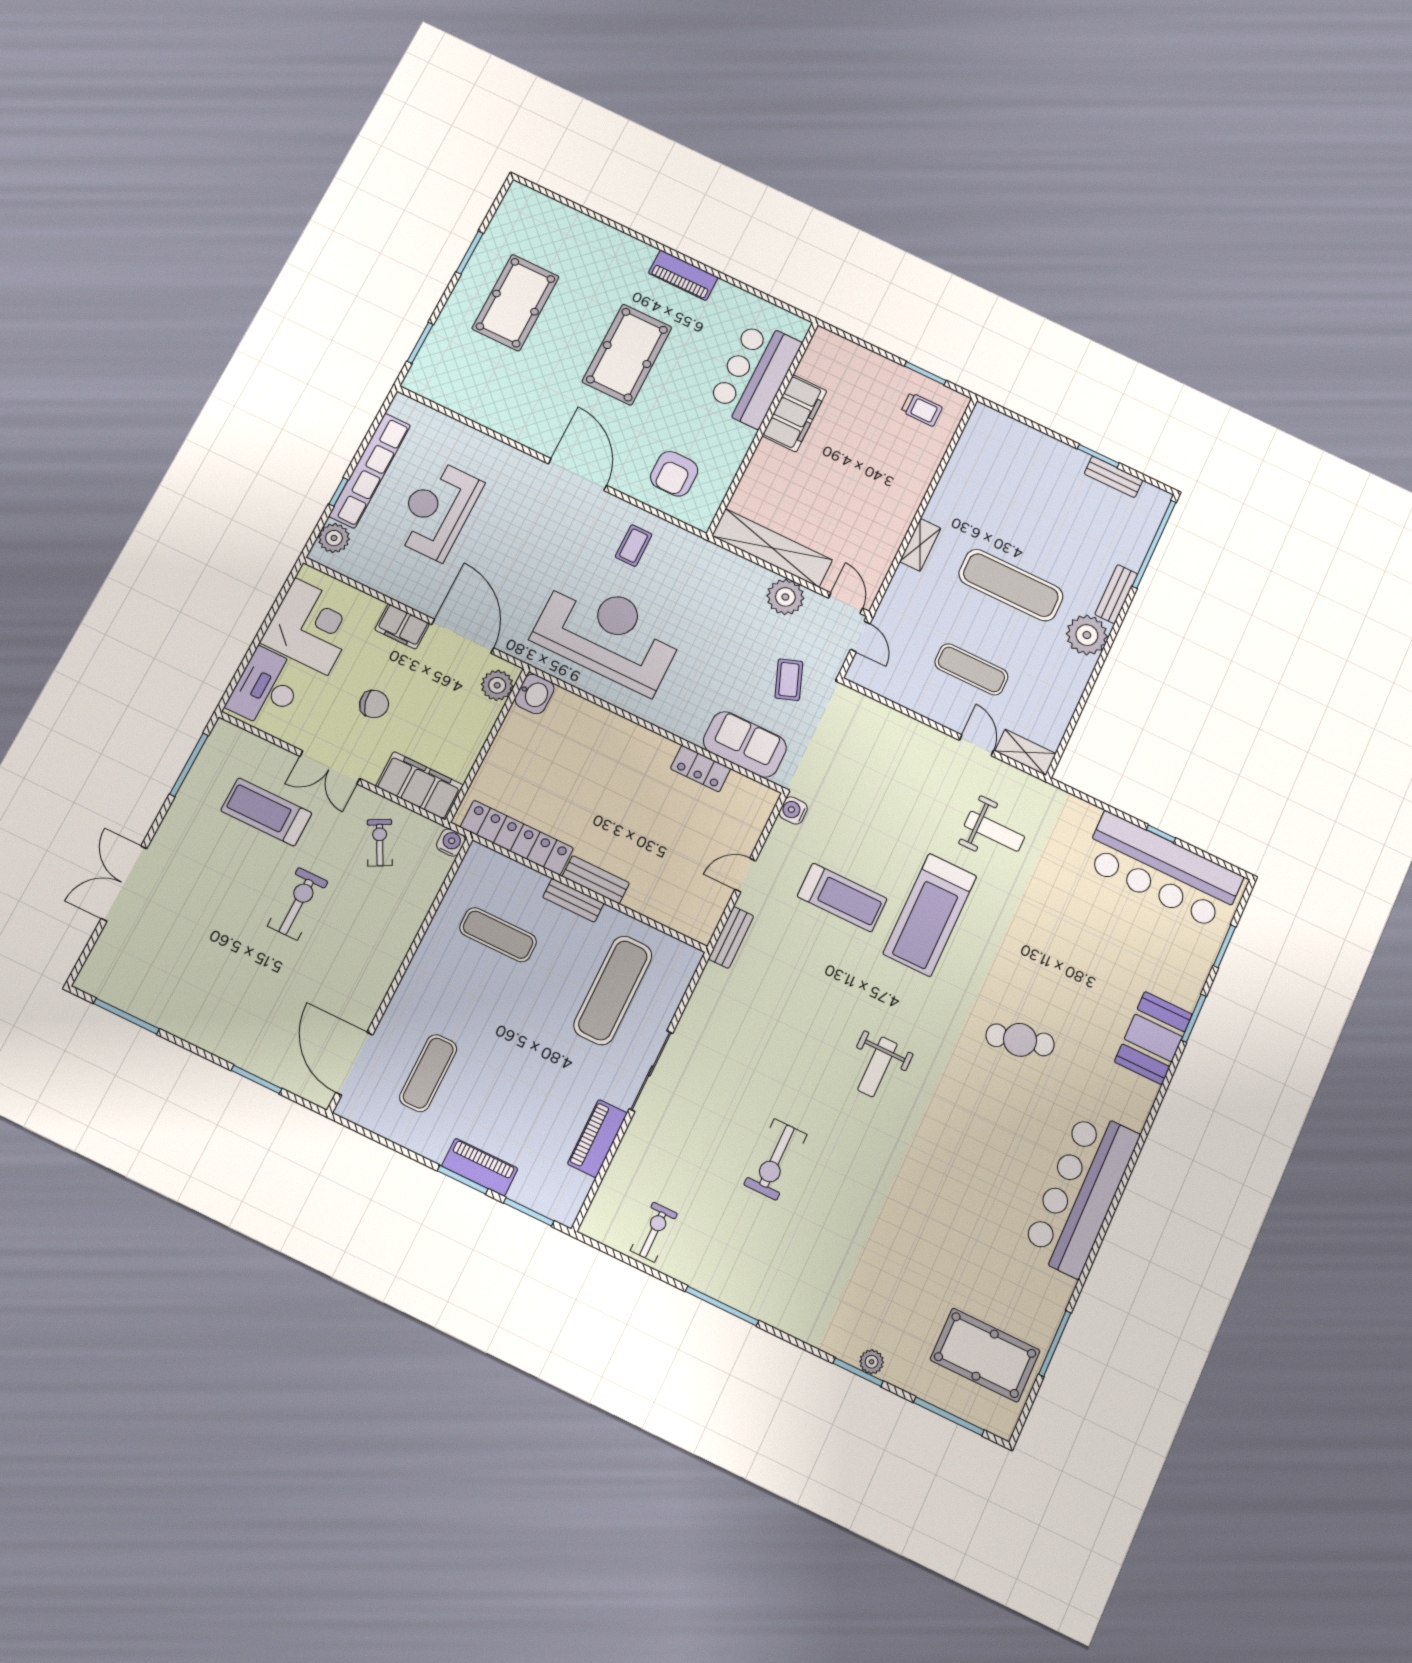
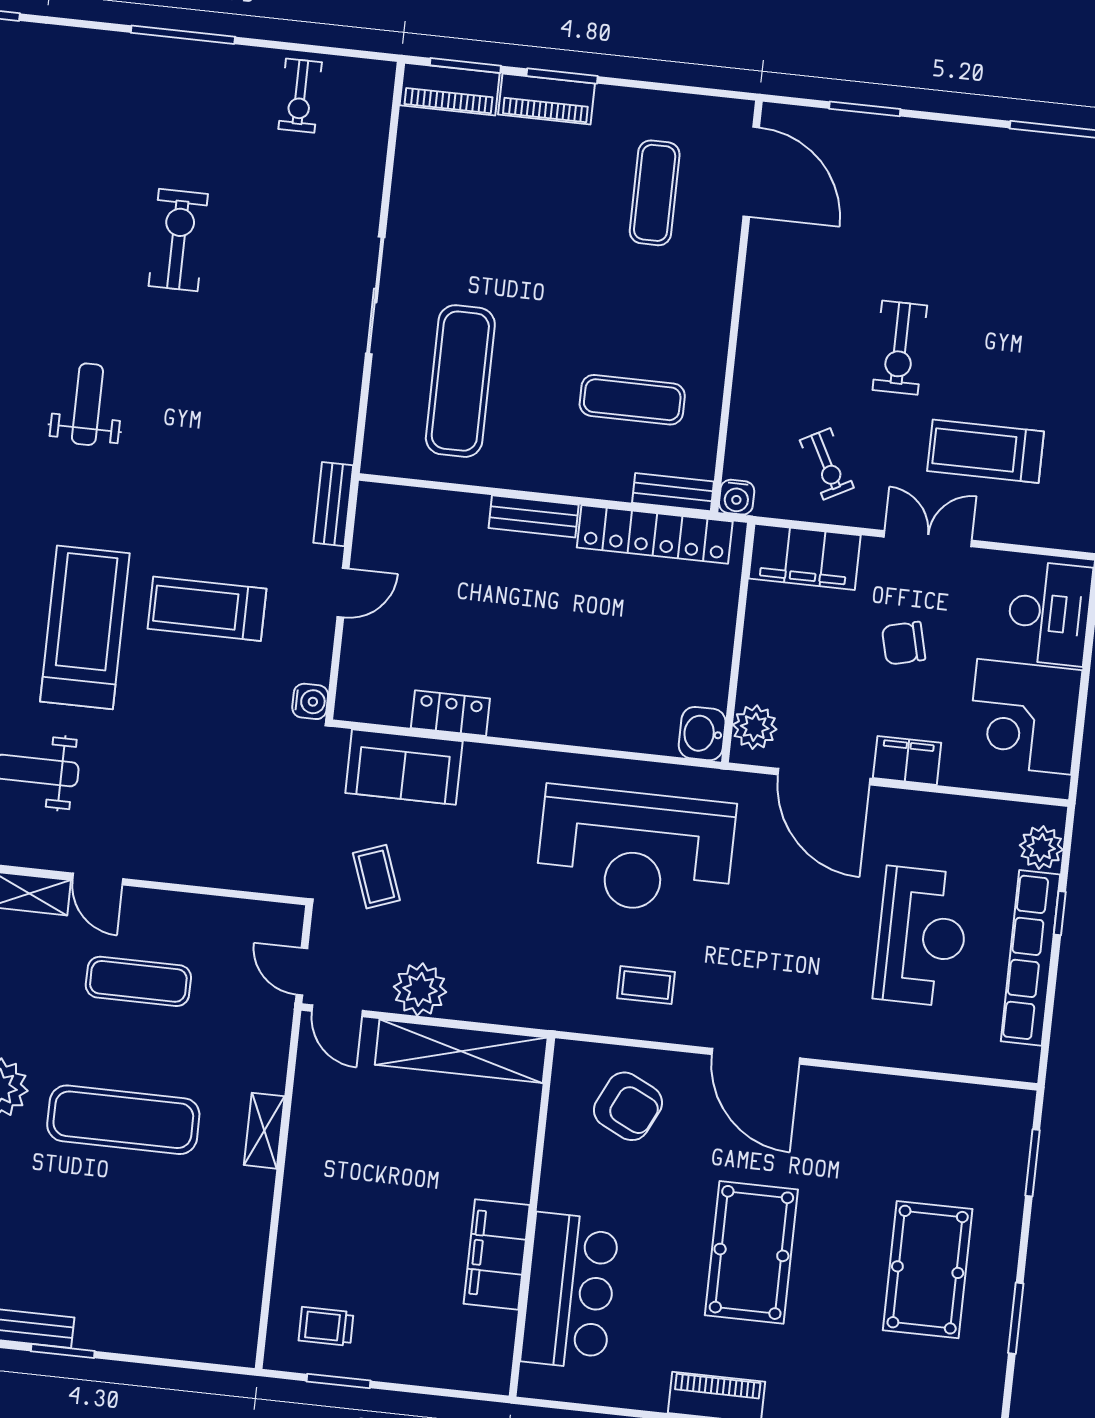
armchair: (674, 474) -> (628, 1106), turned 116
coffee table: (634, 546) -> (646, 985), turned 90
treadmill: (266, 812) -> (986, 451), turned 180
bench: (573, 900) -> (673, 492), moved
piano: (597, 1139) -> (450, 89), moved, turned 90

